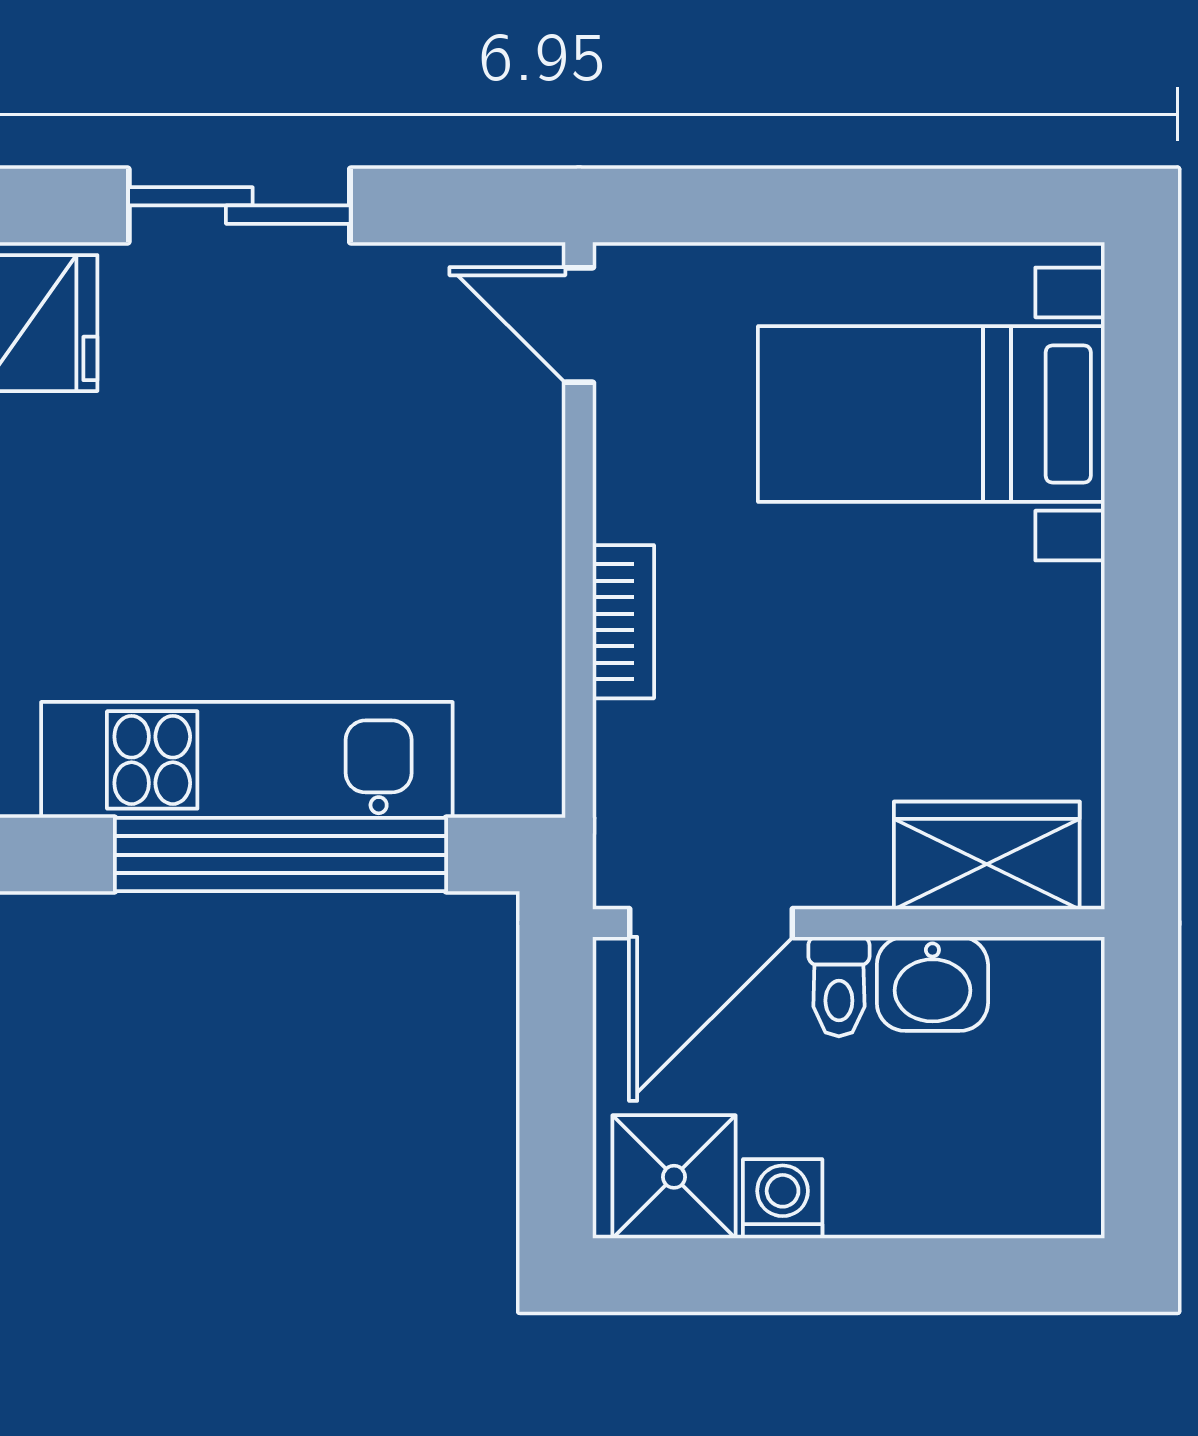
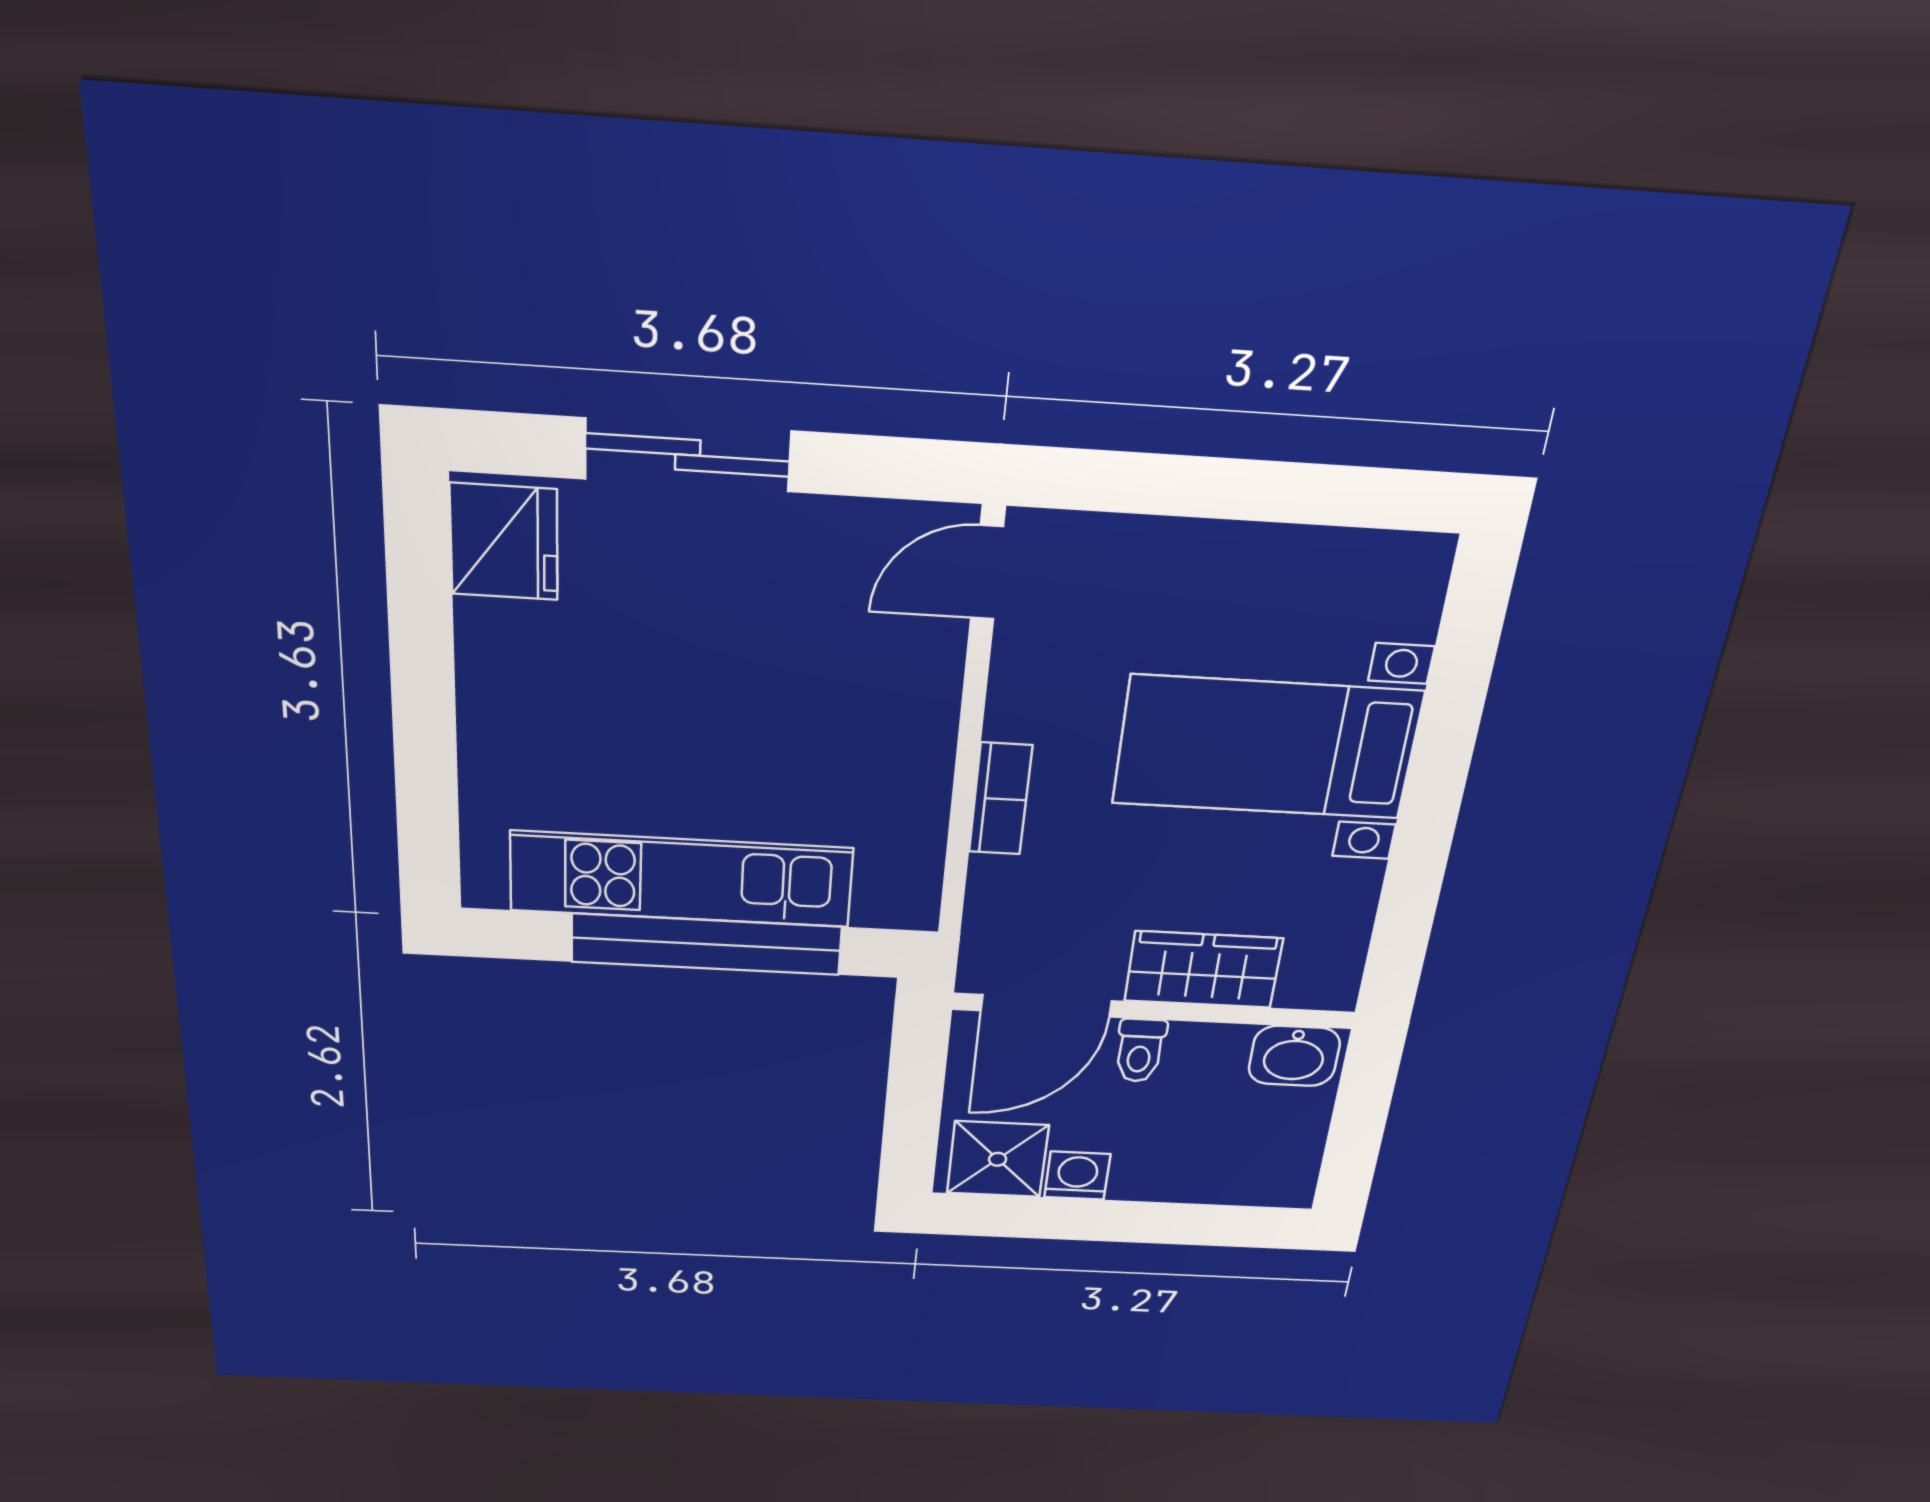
door: (579, 325) -> (987, 572), hinge flipped
bed with nightstands: (931, 414) -> (1267, 747), moved
wardrobe: (987, 855) -> (1203, 970), moved
washbasin: (932, 984) -> (1294, 1056), moved

